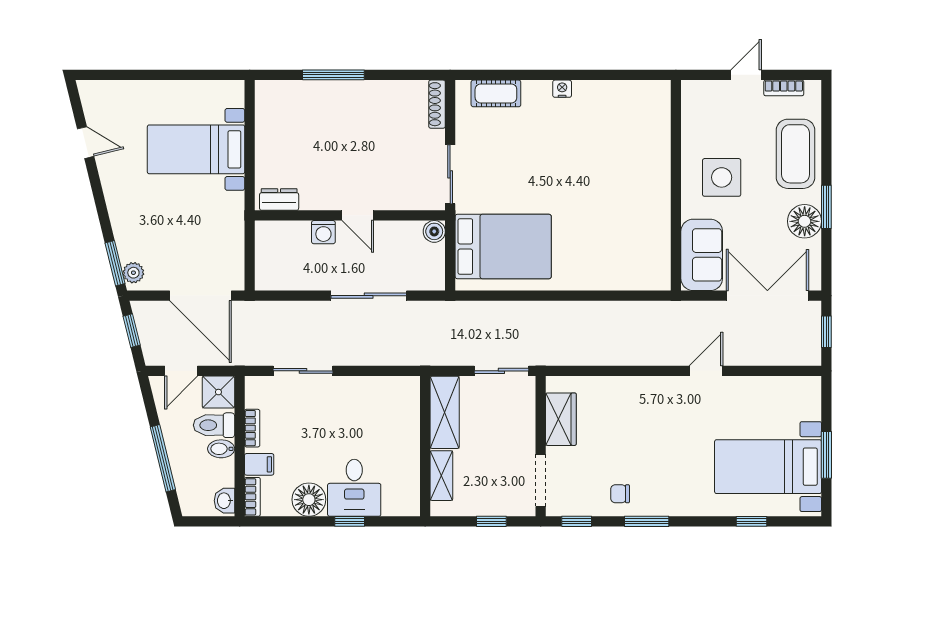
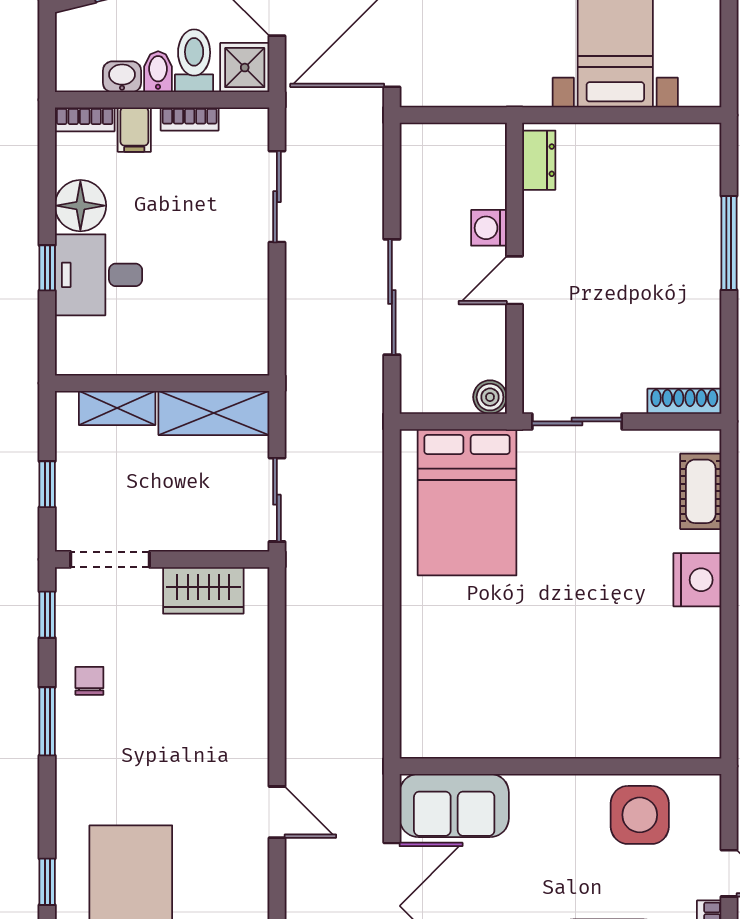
nightstand: (562, 89) -> (697, 580), width x1.89, depth x1.79
side table: (722, 177) -> (640, 815), moved
washbasin: (224, 501) -> (122, 77), moved

